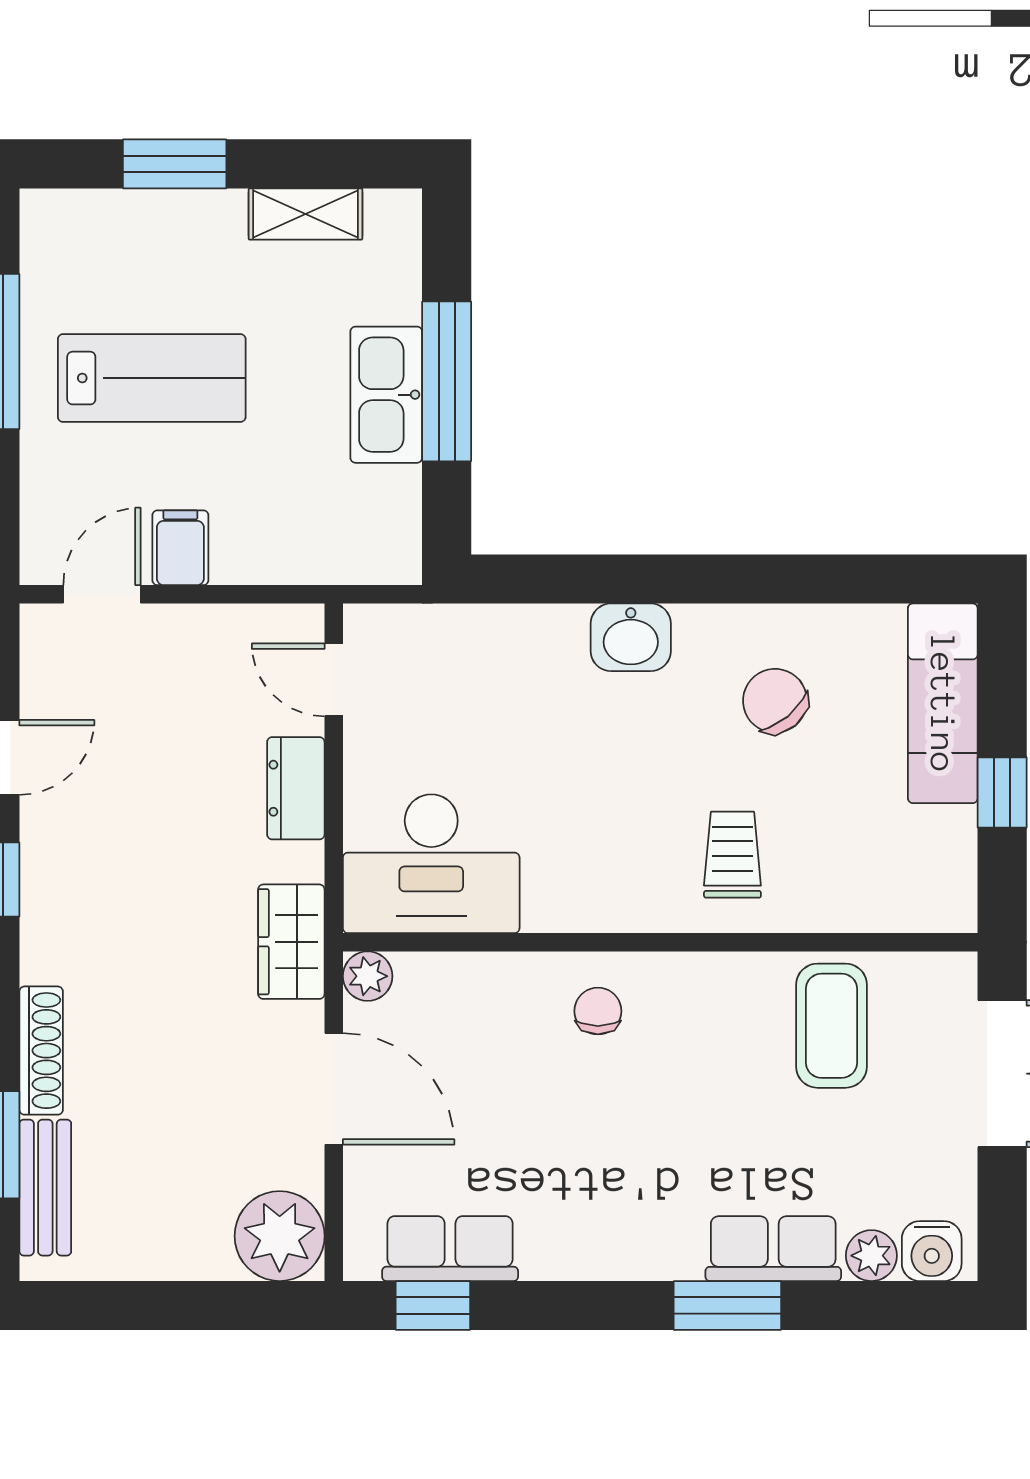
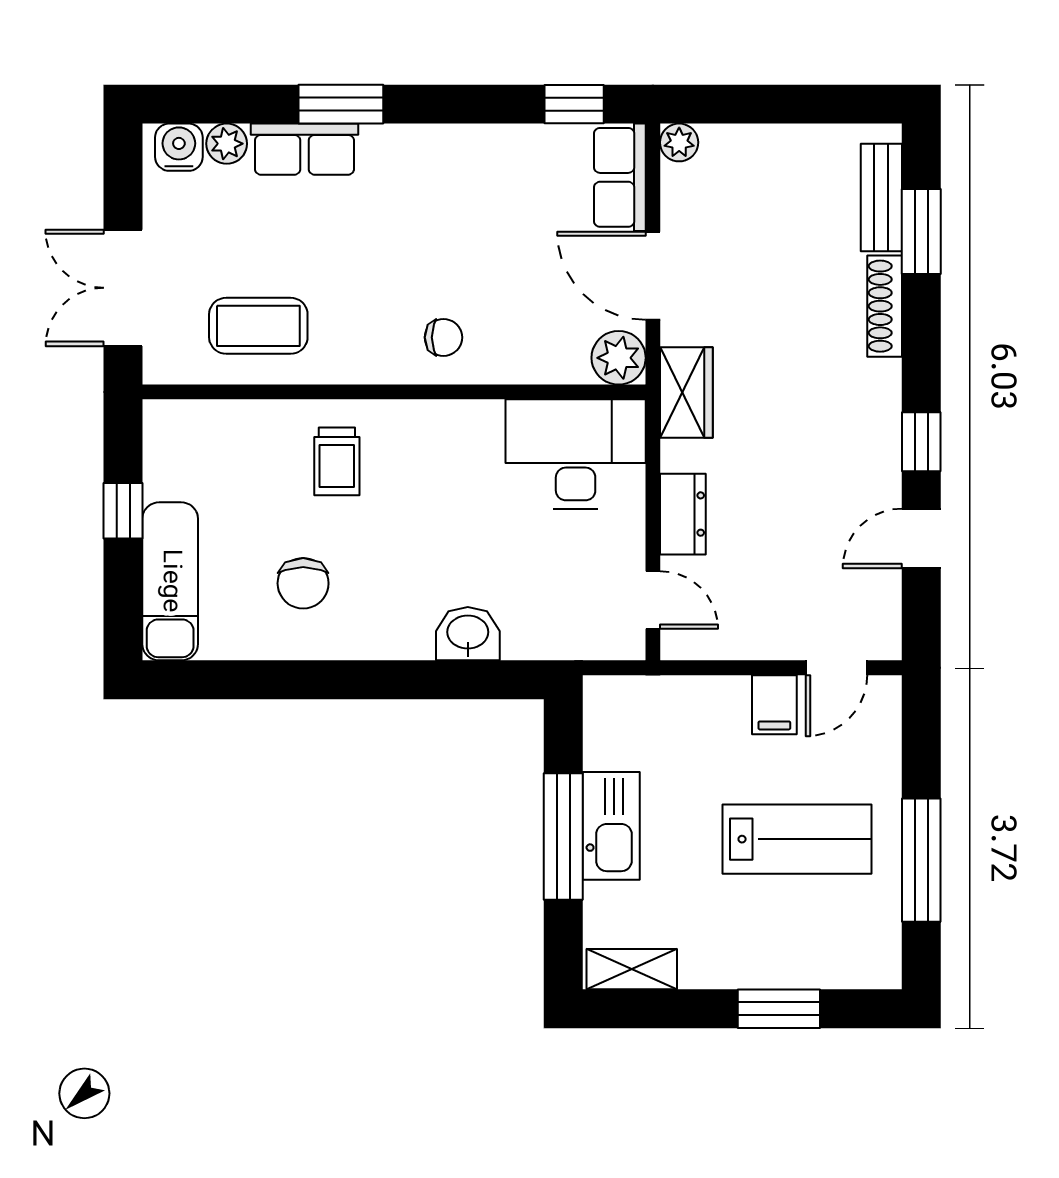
shelving: (306, 214) -> (632, 969), moved
lab bench: (152, 378) -> (797, 839), turned 180
washbasin: (631, 637) -> (468, 634), moved
chair: (775, 701) -> (303, 583), turned 40
plant: (368, 976) -> (619, 358), width x1.38, depth x1.38
chair: (598, 1011) -> (443, 337), turned -90
coffee table: (831, 1026) -> (258, 326), turned 90
plant: (280, 1236) -> (679, 142), width x0.53, depth x0.53
row of seats: (450, 1249) -> (620, 177), moved, turned 90

